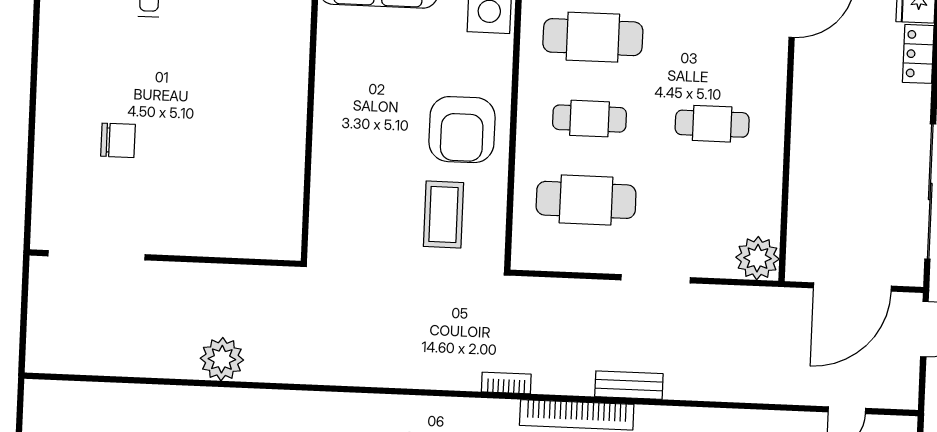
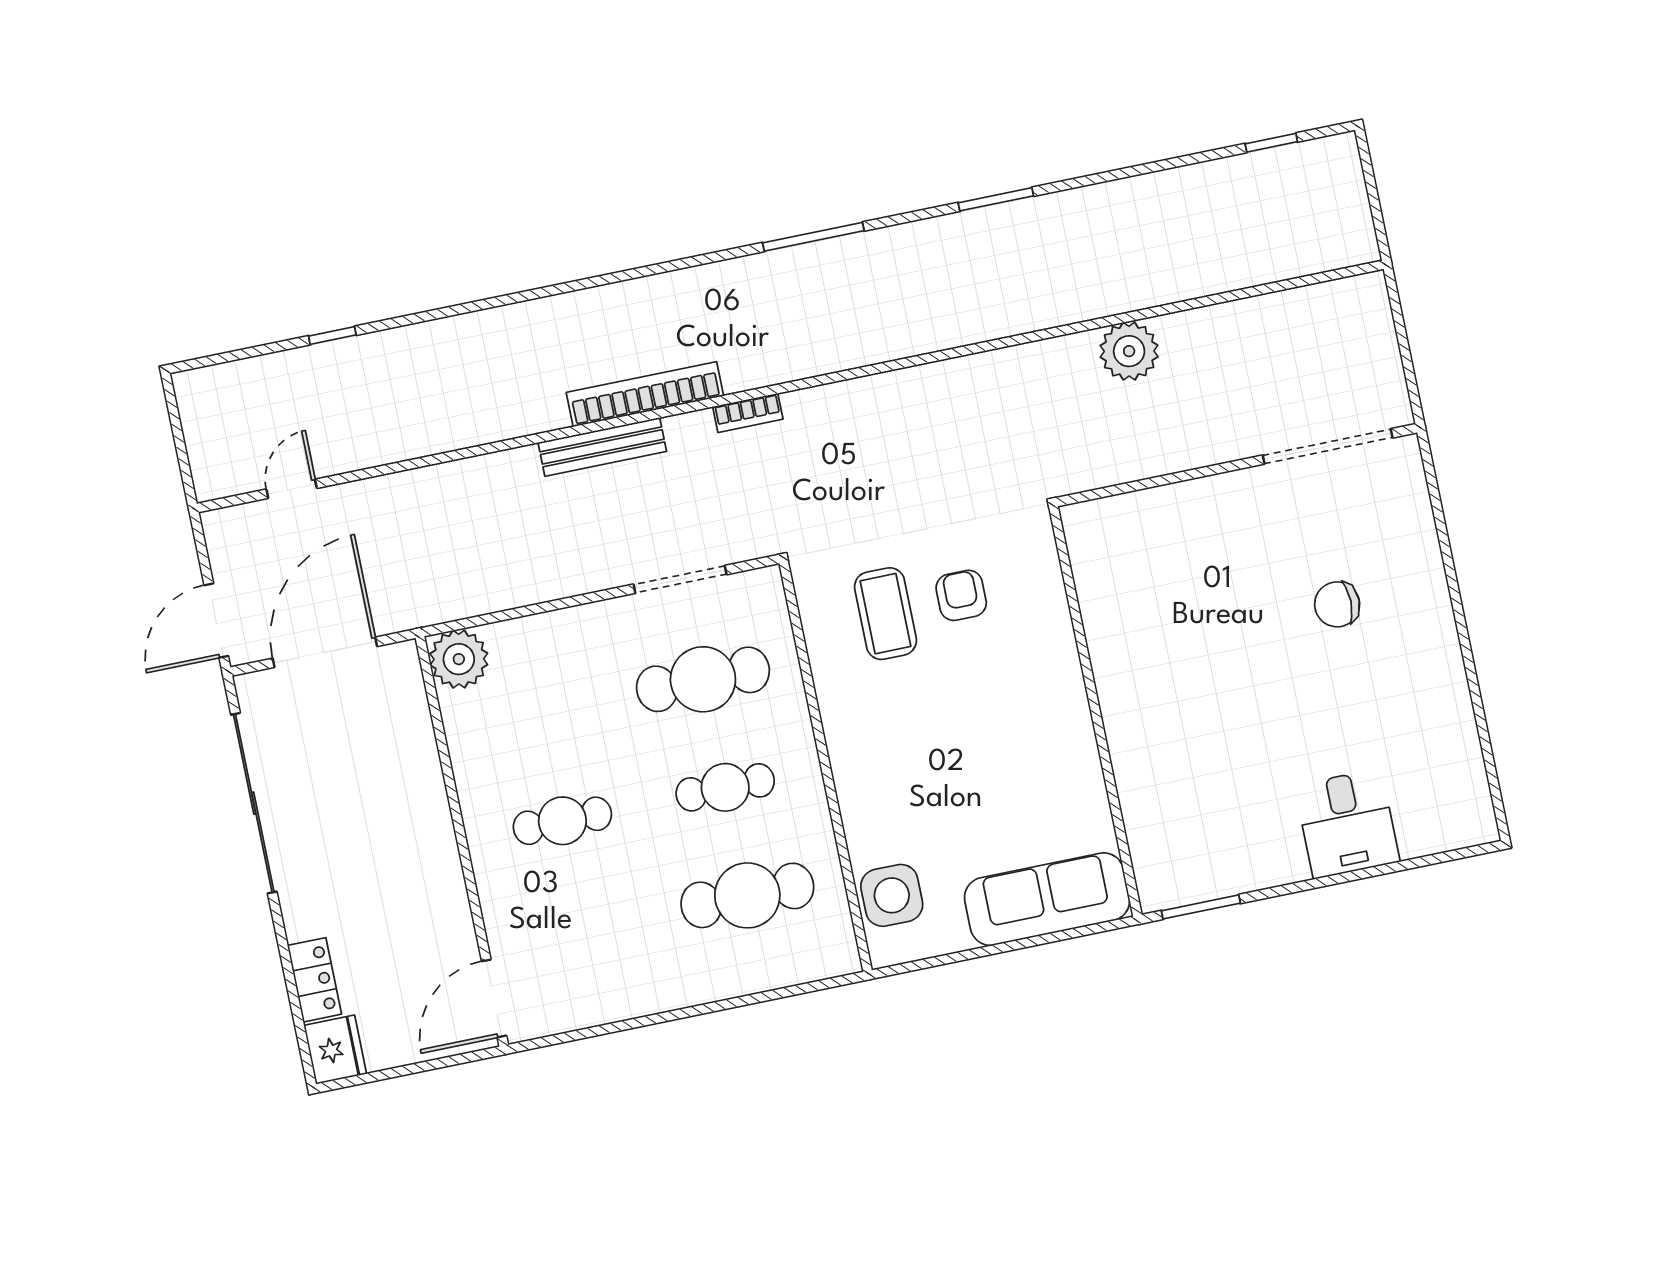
armchair: (462, 130) -> (961, 595), moved, width x0.53, depth x0.53
doorway: (656, 279) -> (680, 579), moved
bench: (629, 385) -> (602, 447), width x1.36

